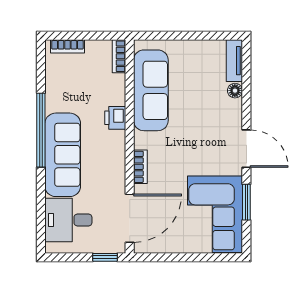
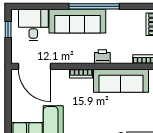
bookcase: (140, 167) -> (81, 74), moved
window: (105, 257) -> (8, 29), moved

